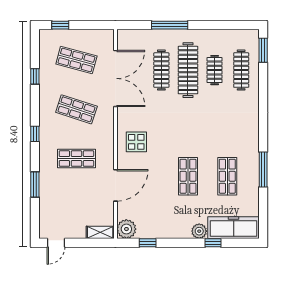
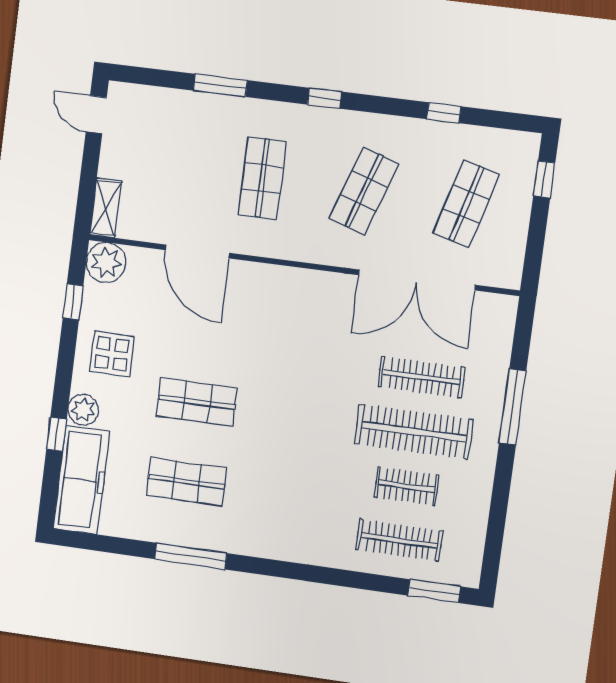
display table: (136, 142) -> (112, 354), moved

